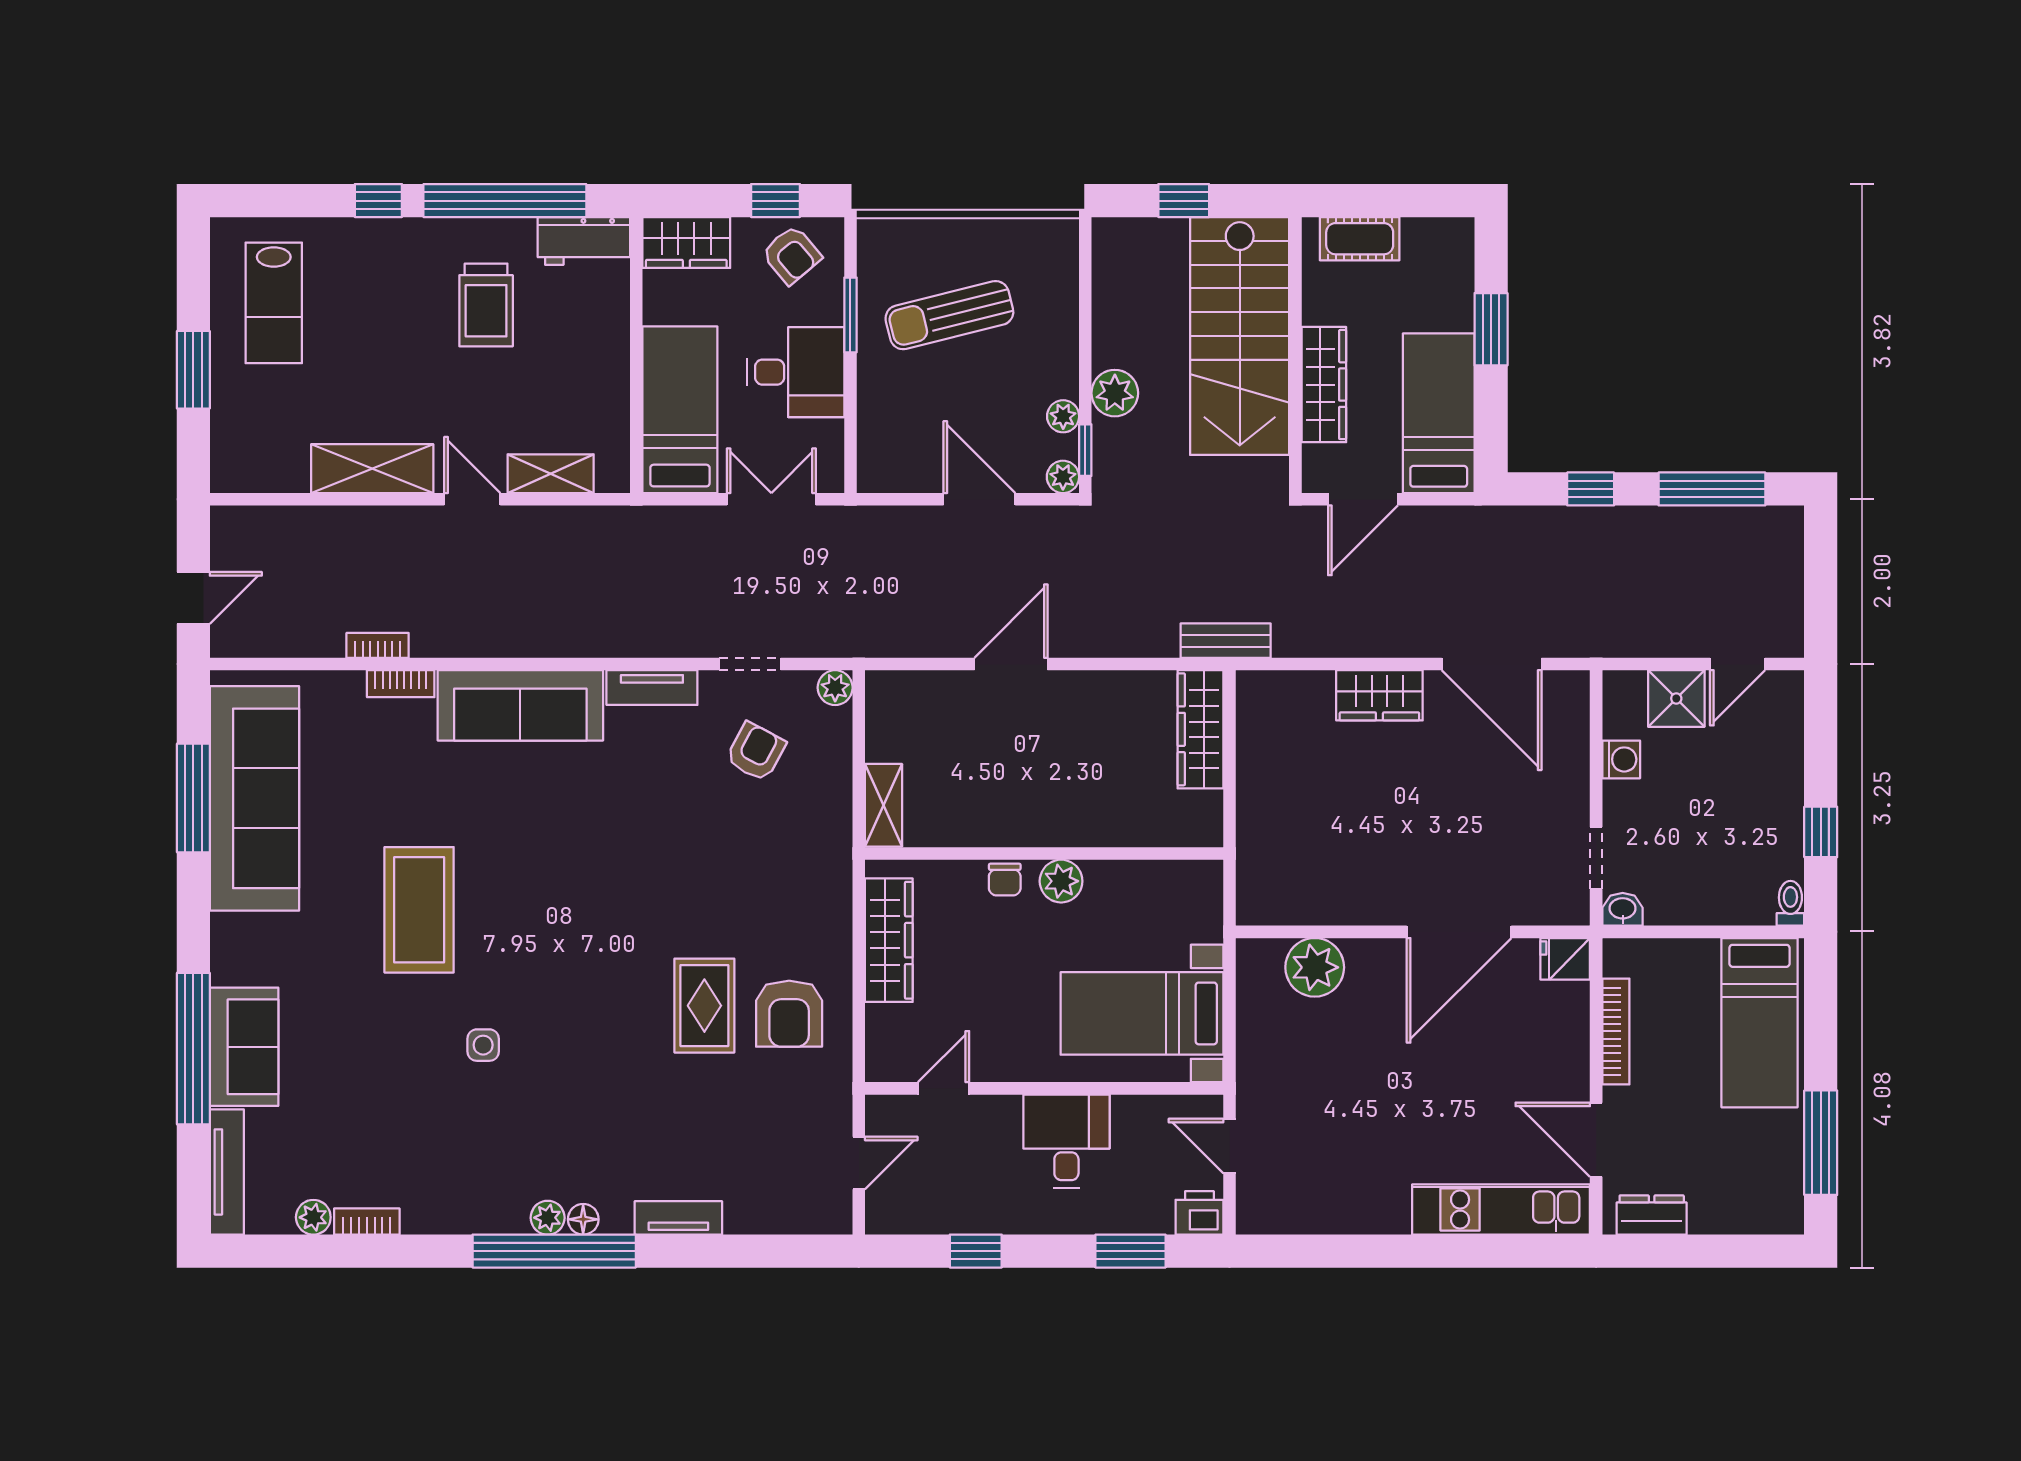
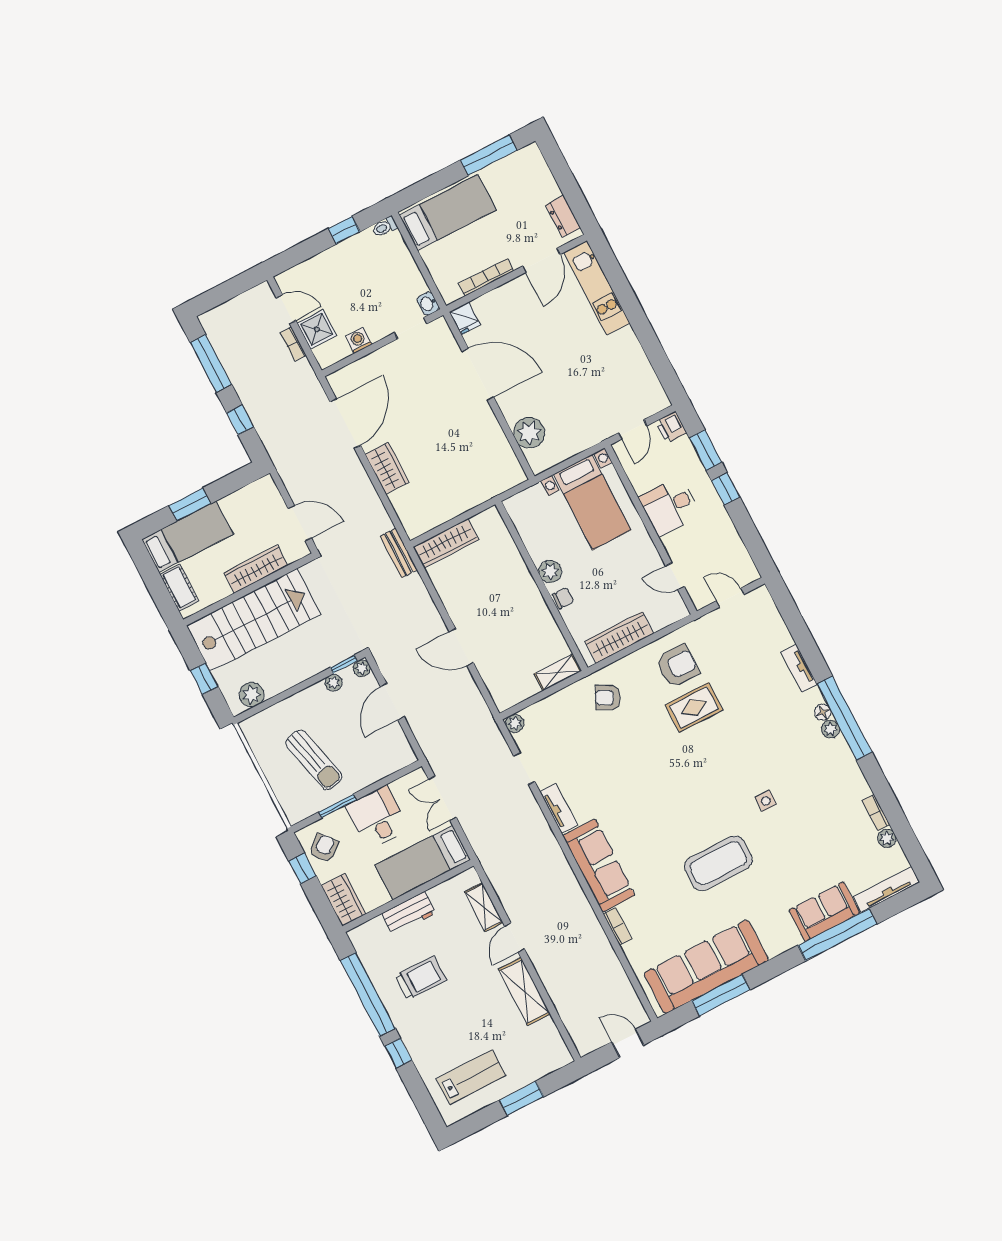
workbench: (584, 241) -> (409, 913), moved, turned 90
plant: (1115, 393) -> (252, 695), moved
bed: (1439, 413) -> (187, 537), moved, turned 180
bookcase: (378, 645) -> (293, 344), moved
armchair: (756, 752) -> (608, 698), moved
window: (976, 1251) -> (726, 489), moved

